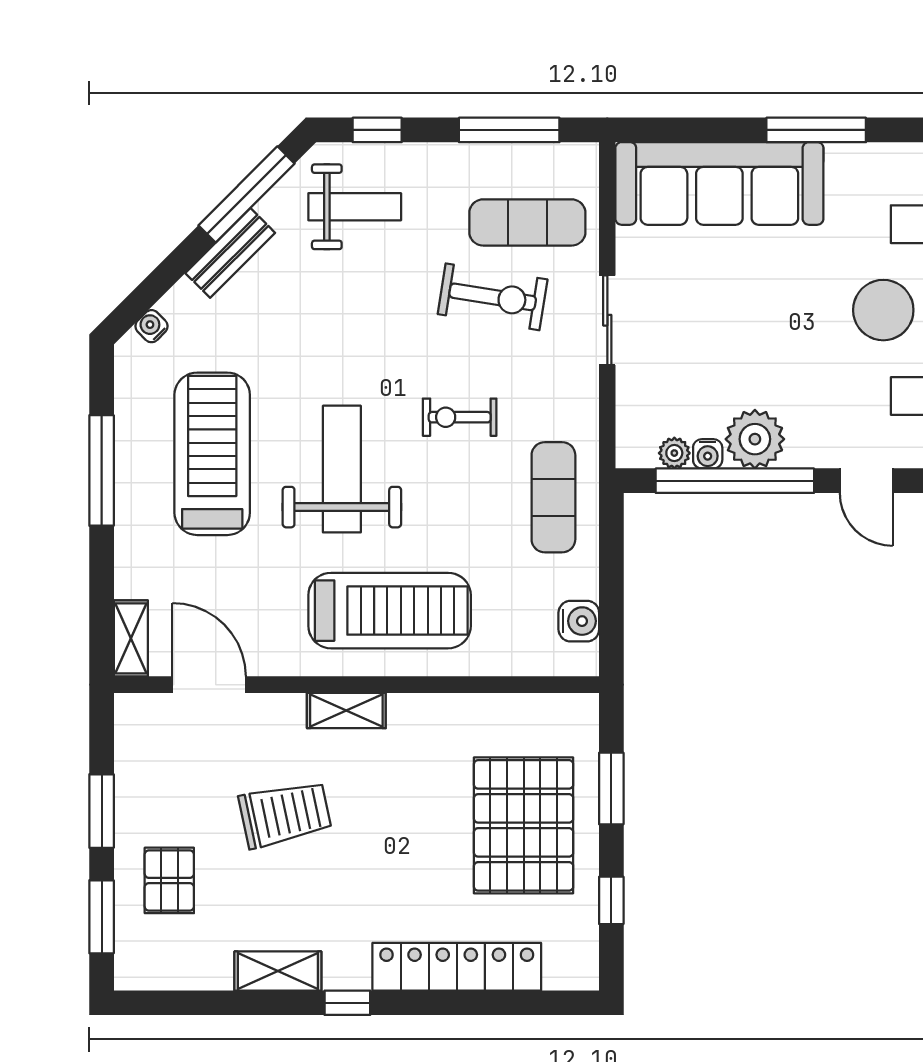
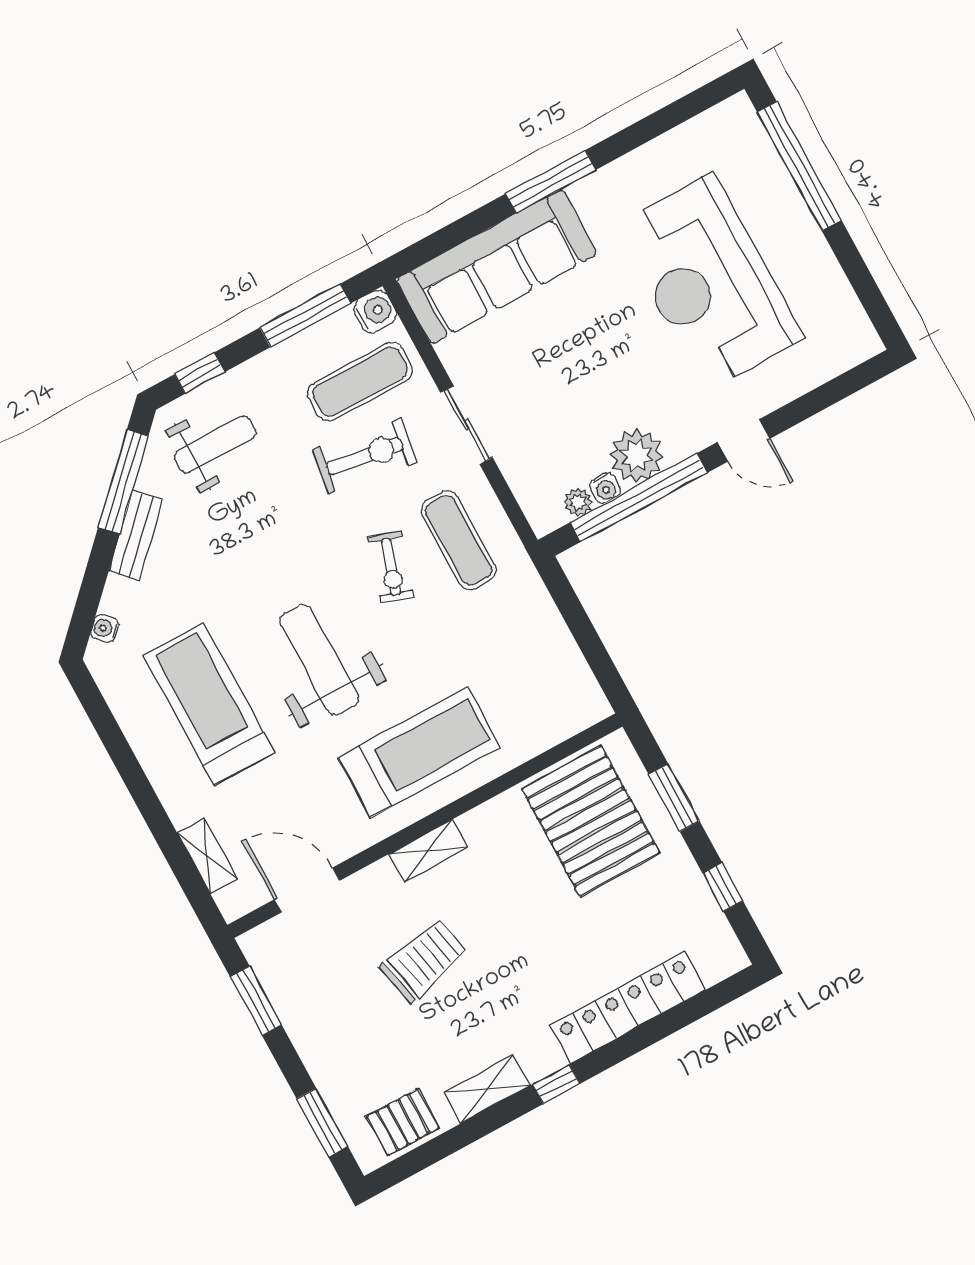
exercise bike: (460, 417) -> (391, 567), turned -72
window: (102, 470) -> (128, 766), removed
exercise mat: (553, 497) -> (459, 540), moved
water cooler: (579, 621) -> (375, 311), moved
shelving: (131, 638) -> (207, 856), moved
window: (102, 811) -> (256, 1001), moved
pallet: (524, 825) -> (591, 821), moved
pallet: (169, 880) -> (403, 1122), moved, turned 90

